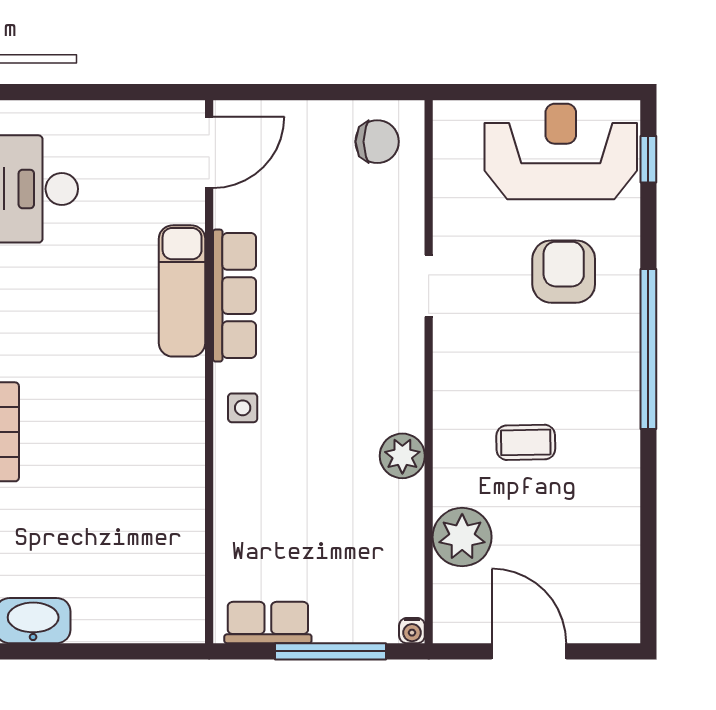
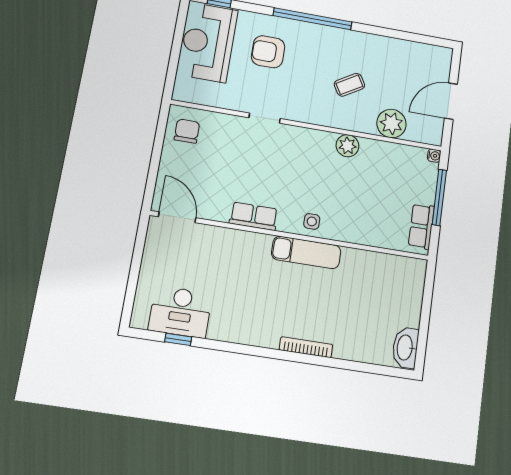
exam couch: (182, 291) -> (306, 252), moved
row of seats: (234, 296) -> (254, 216), width x0.68
coffee table: (526, 442) -> (349, 85), turned 60

